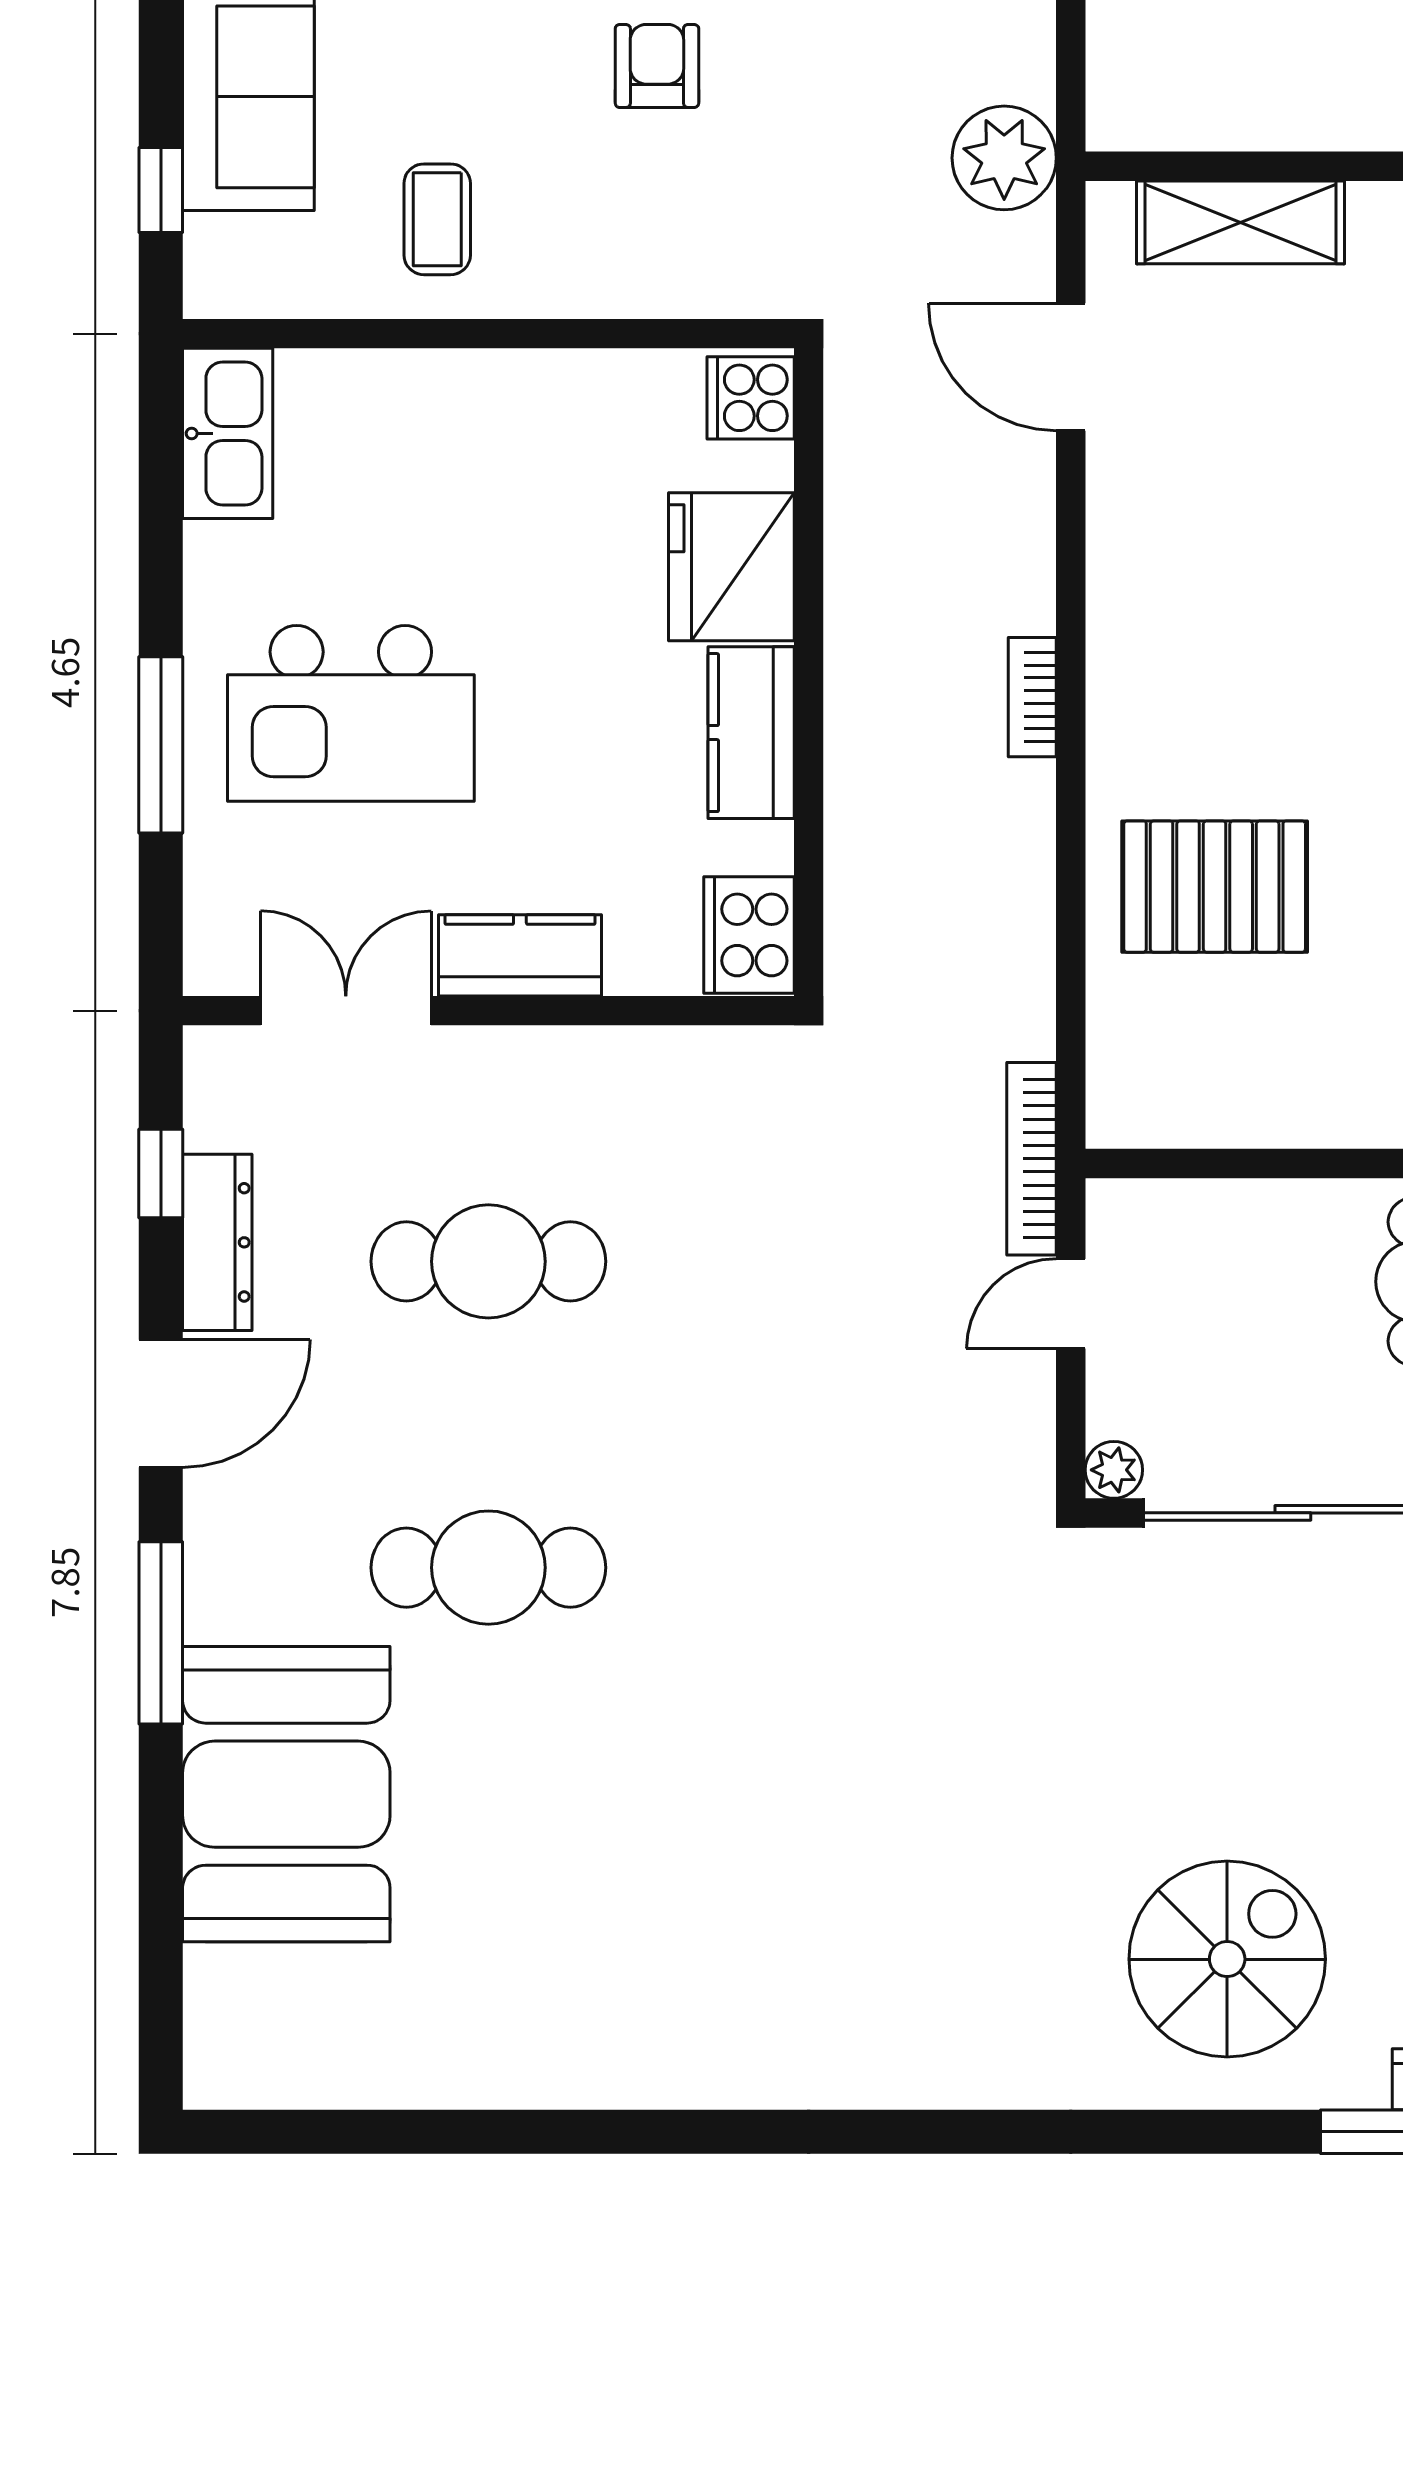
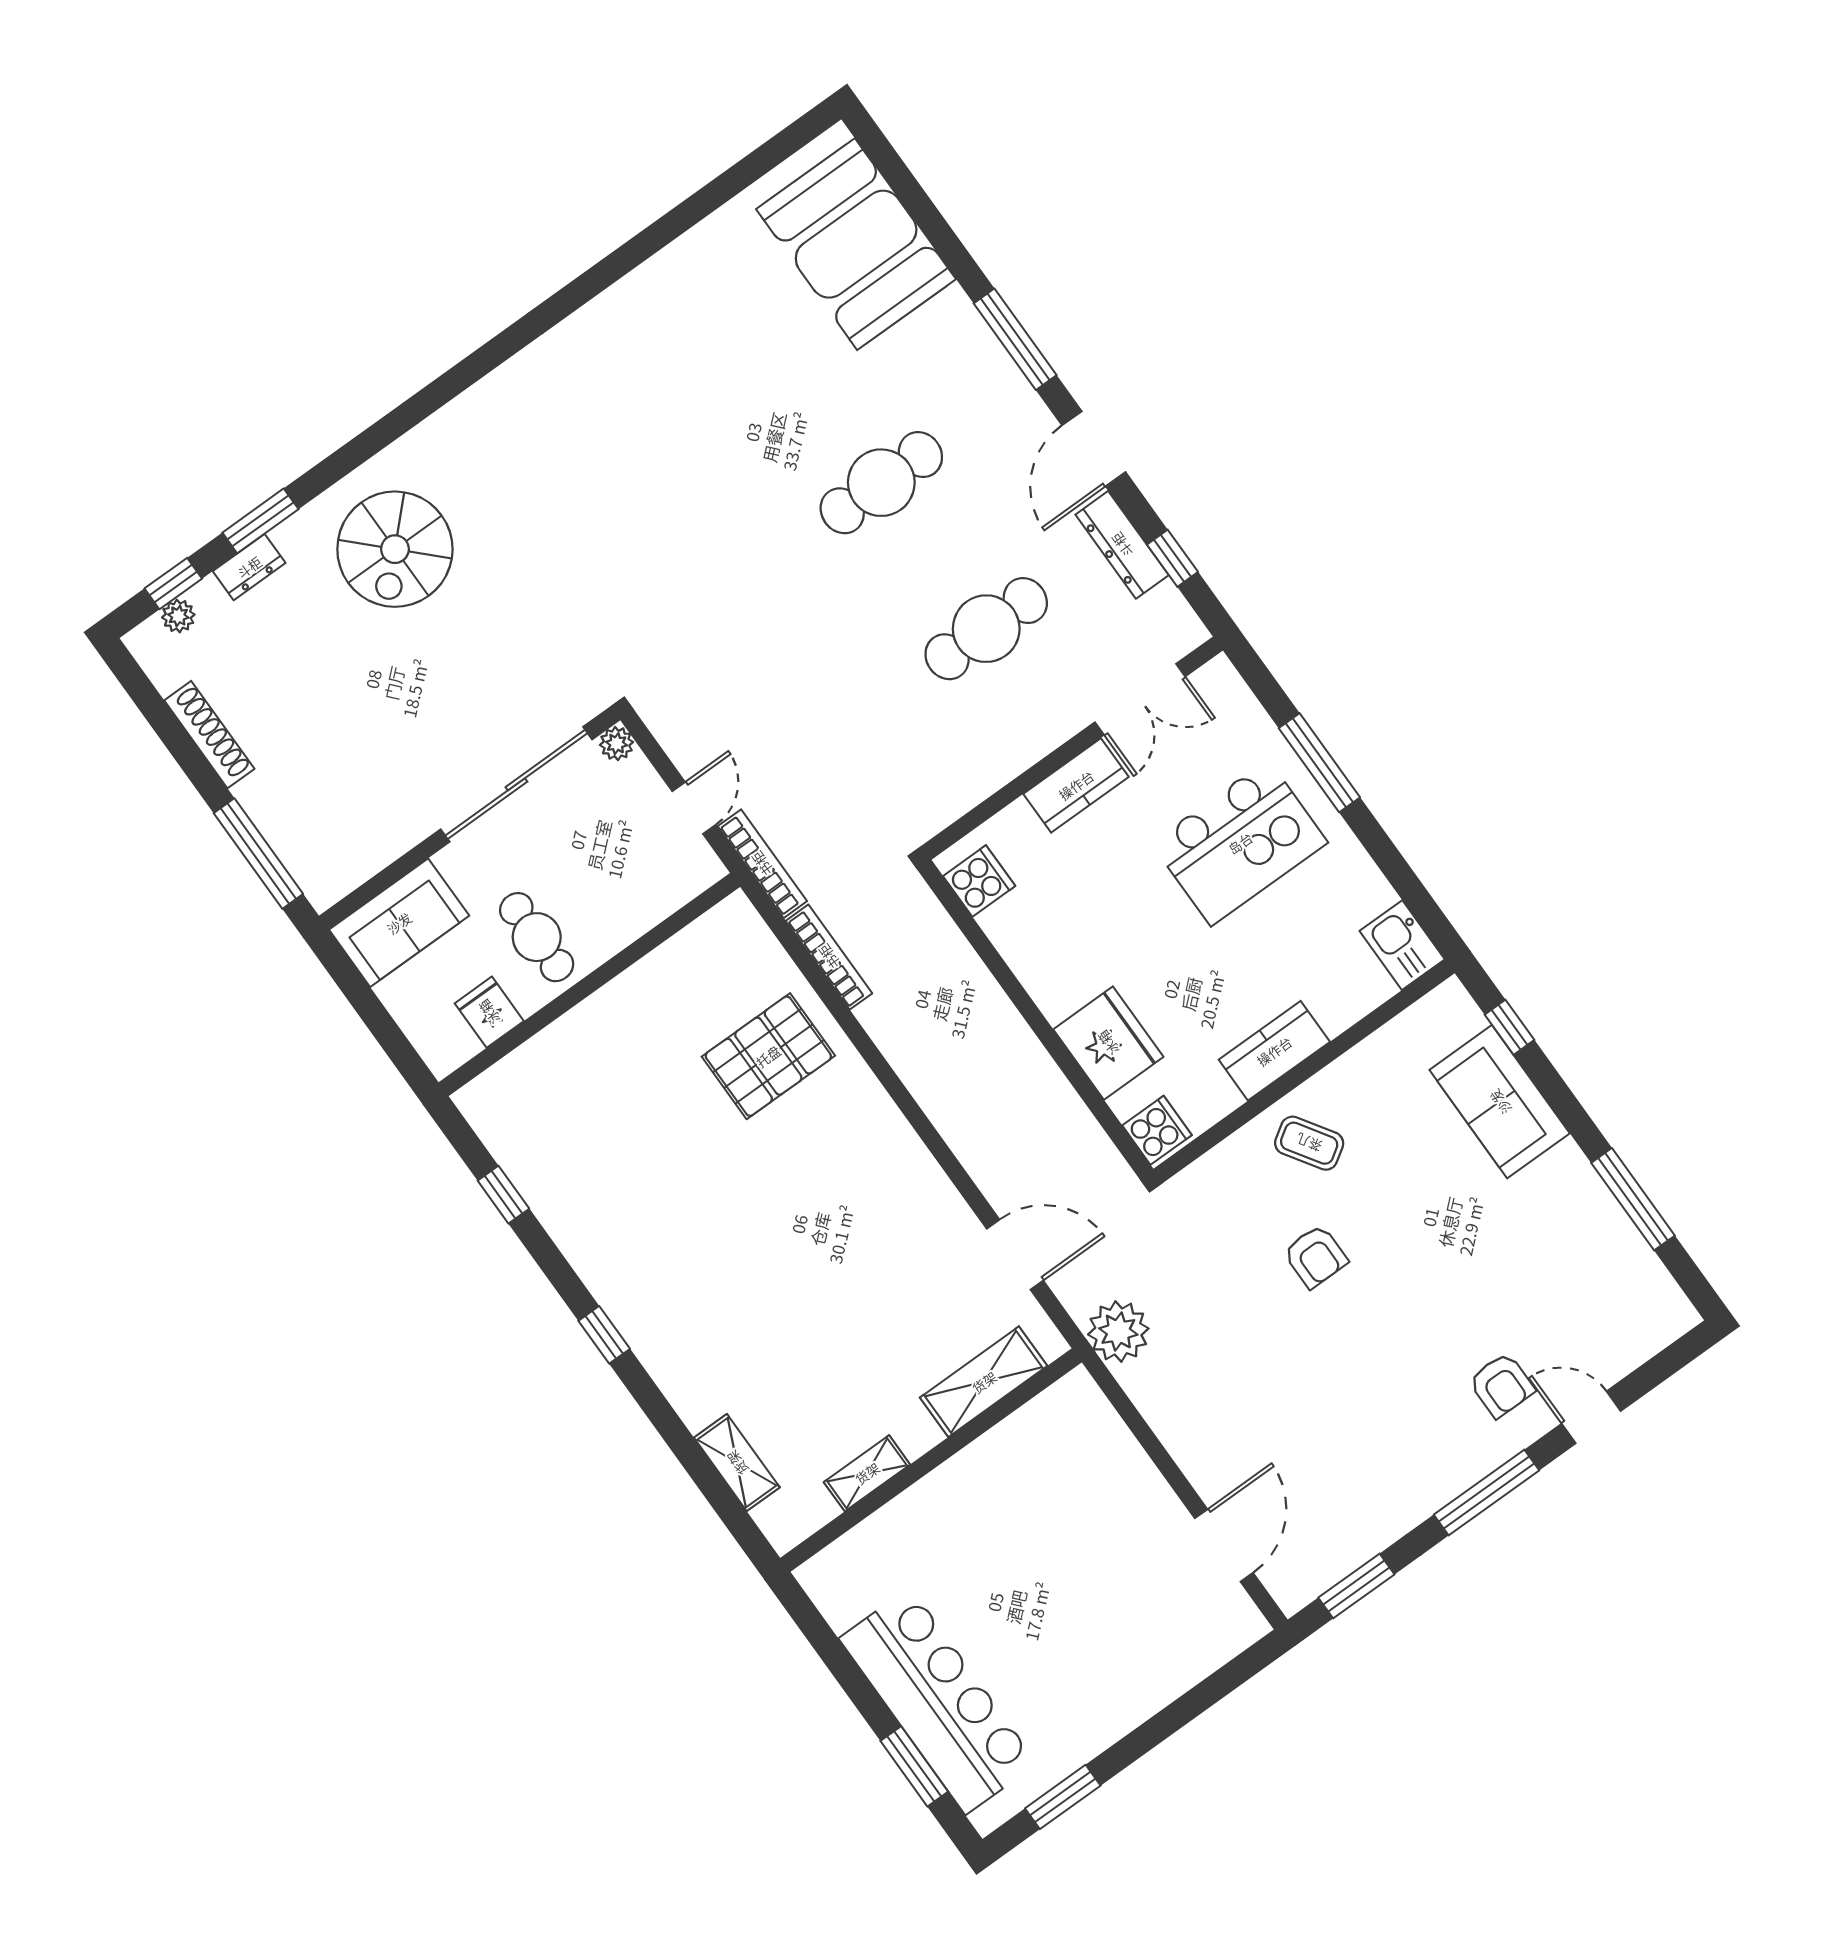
coffee table: (437, 219) -> (1309, 1143), moved, turned -33
kitchen sink: (228, 433) -> (1402, 945), width x0.73
bookcase: (1032, 697) -> (829, 957), moved, width x1.56
kitchen island: (351, 713) -> (1240, 843), turned 180
kitchen counter: (751, 733) -> (1274, 1051), moved, turned -90
cooker: (749, 935) -> (979, 881), width x0.73
booth: (286, 1794) -> (856, 244), moved

